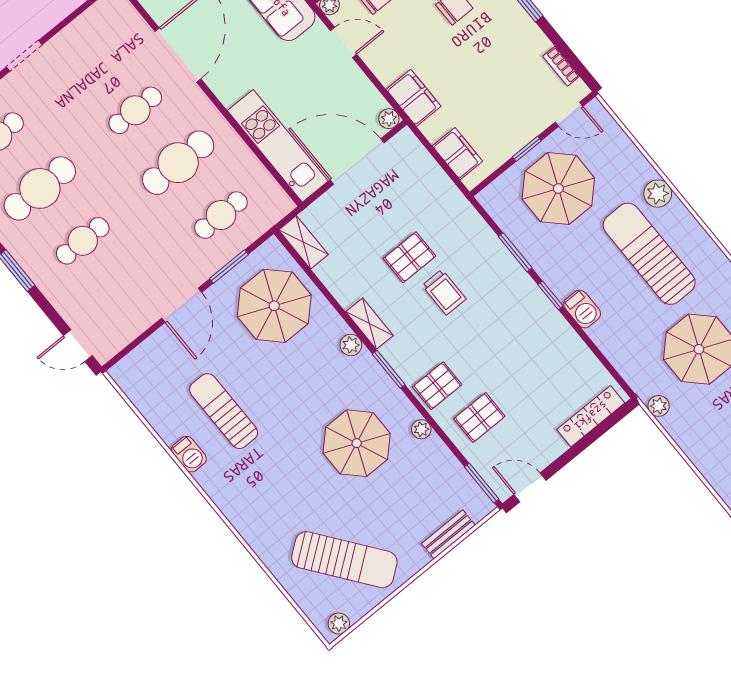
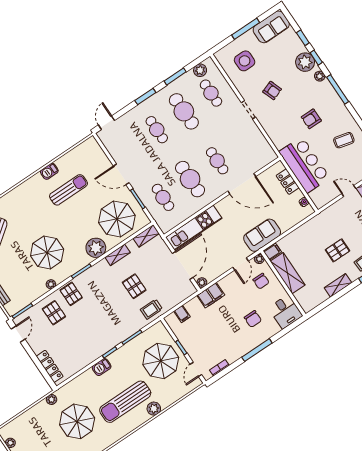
filing cabinet: (457, 154) -> (182, 314), width x0.50
sun lounger: (649, 254) -> (125, 402), turned 180
trolley: (444, 292) -> (151, 309), moved
shelving: (369, 324) -> (118, 255), moved
plant: (351, 345) -> (96, 248), width x1.88, depth x1.88

